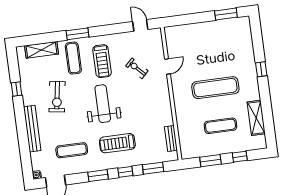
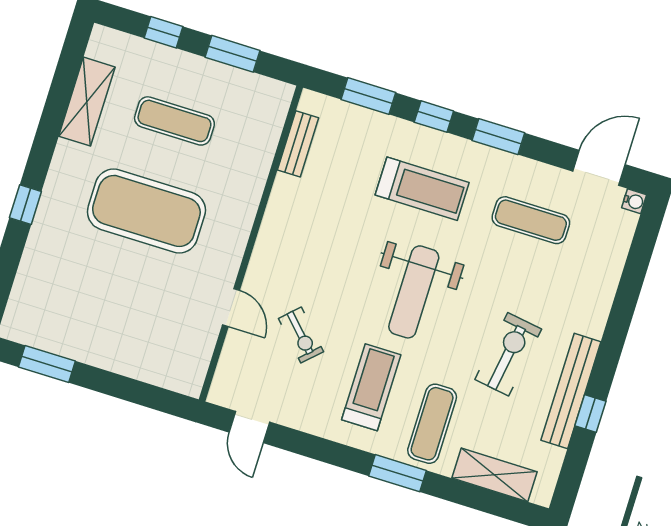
door: (168, 66) -> (231, 308), swing flipped
exercise mat: (215, 88) -> (146, 211), width x1.47
bench: (32, 129) -> (571, 391), moved

